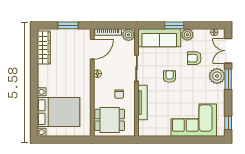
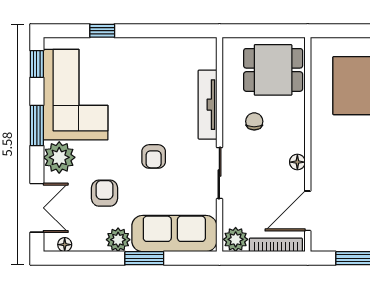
armchair: (194, 58) -> (105, 193), turned -90
window: (228, 79) -> (37, 125), moved
corner sofa: (194, 120) -> (76, 95), moved, turned -90
window: (195, 140) -> (102, 31), added

